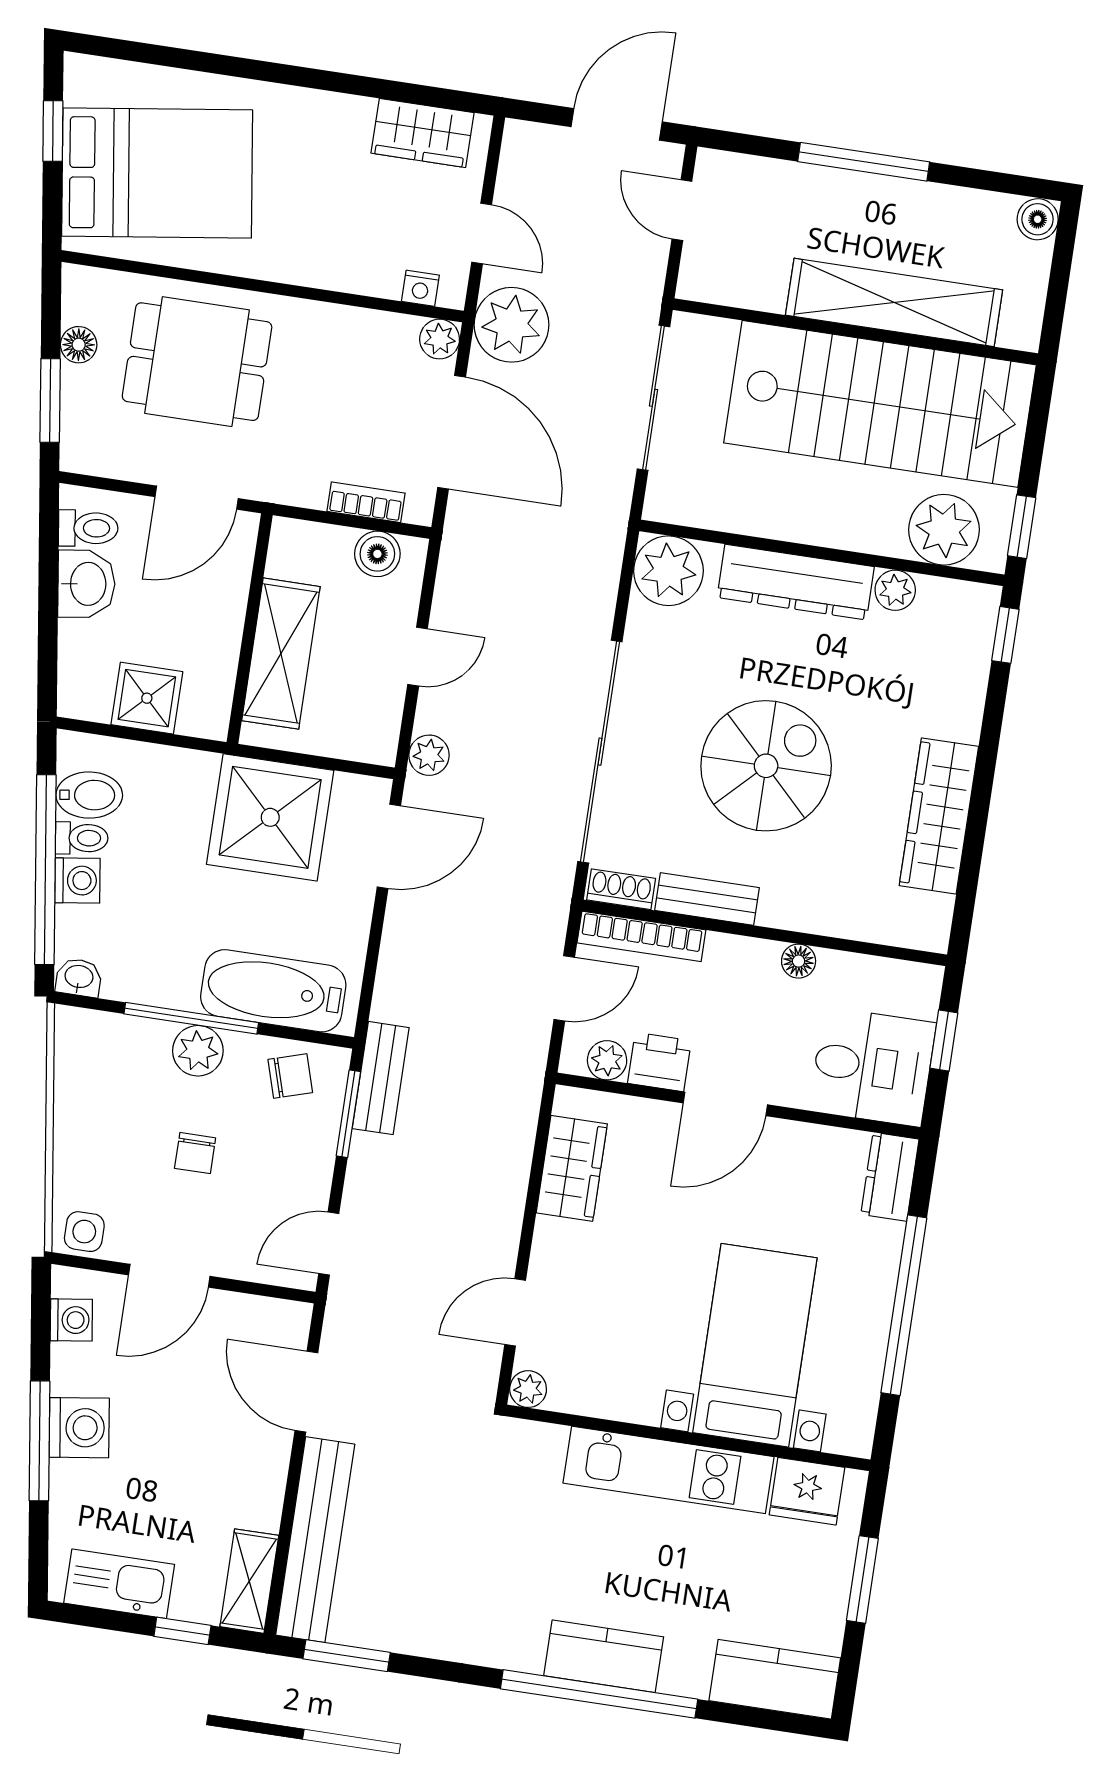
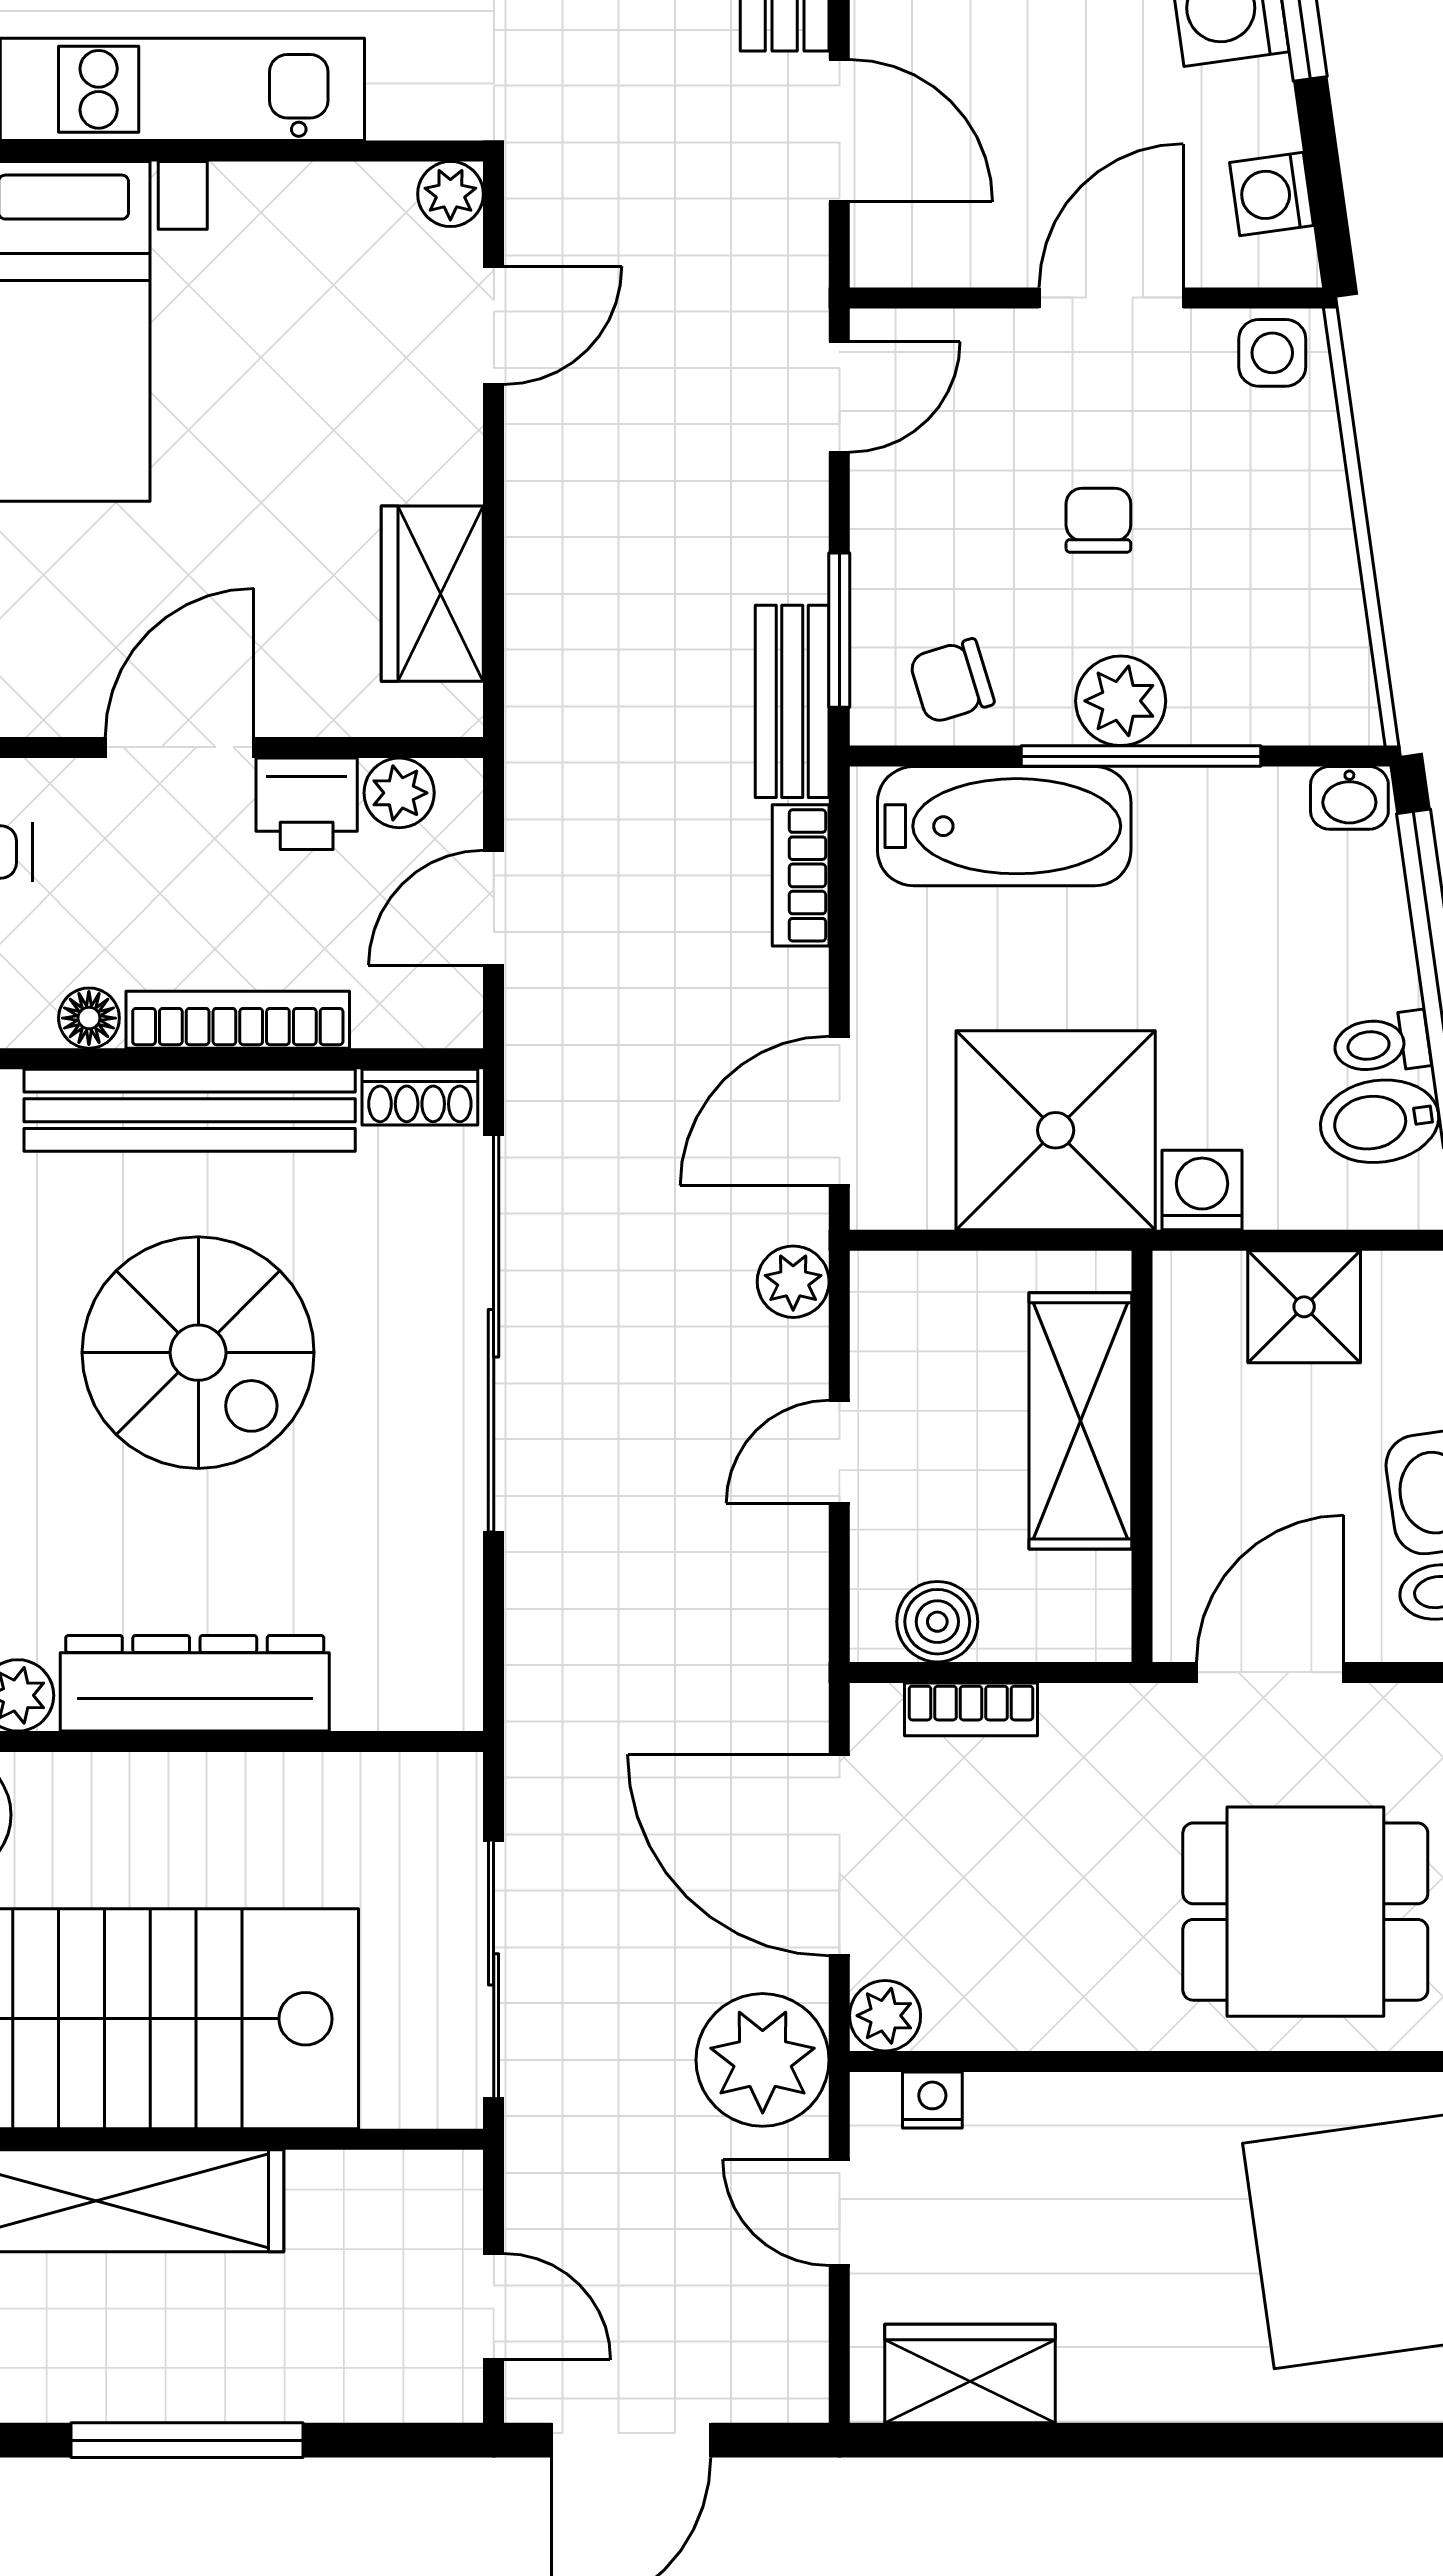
plant: (668, 571) -> (421, 1669), removed
spiral stairs: (766, 766) -> (198, 1353), turned -90
washing machine: (77, 881) -> (1202, 1190), moved, turned 98
bench: (707, 899) -> (190, 1110), width x1.86, depth x1.21
bookcase: (641, 936) -> (238, 1020), moved
bookcase: (391, 981) -> (801, 875), added

